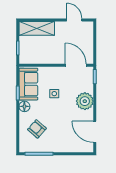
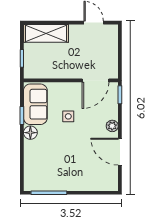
door: (76, 65) -> (96, 80), swing flipped
plant: (85, 101) -> (112, 126), width x0.53, depth x0.53
armchair: (37, 129) -> (46, 161), removed
door: (95, 132) -> (120, 152), moved

